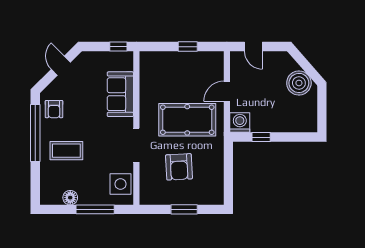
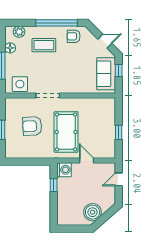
window: (118, 47) -> (119, 70), moved
sofa: (120, 94) -> (106, 74), moved, turned -90
coffee table: (66, 151) -> (44, 45), turned 90
plant: (48, 185) -> (19, 32), added

